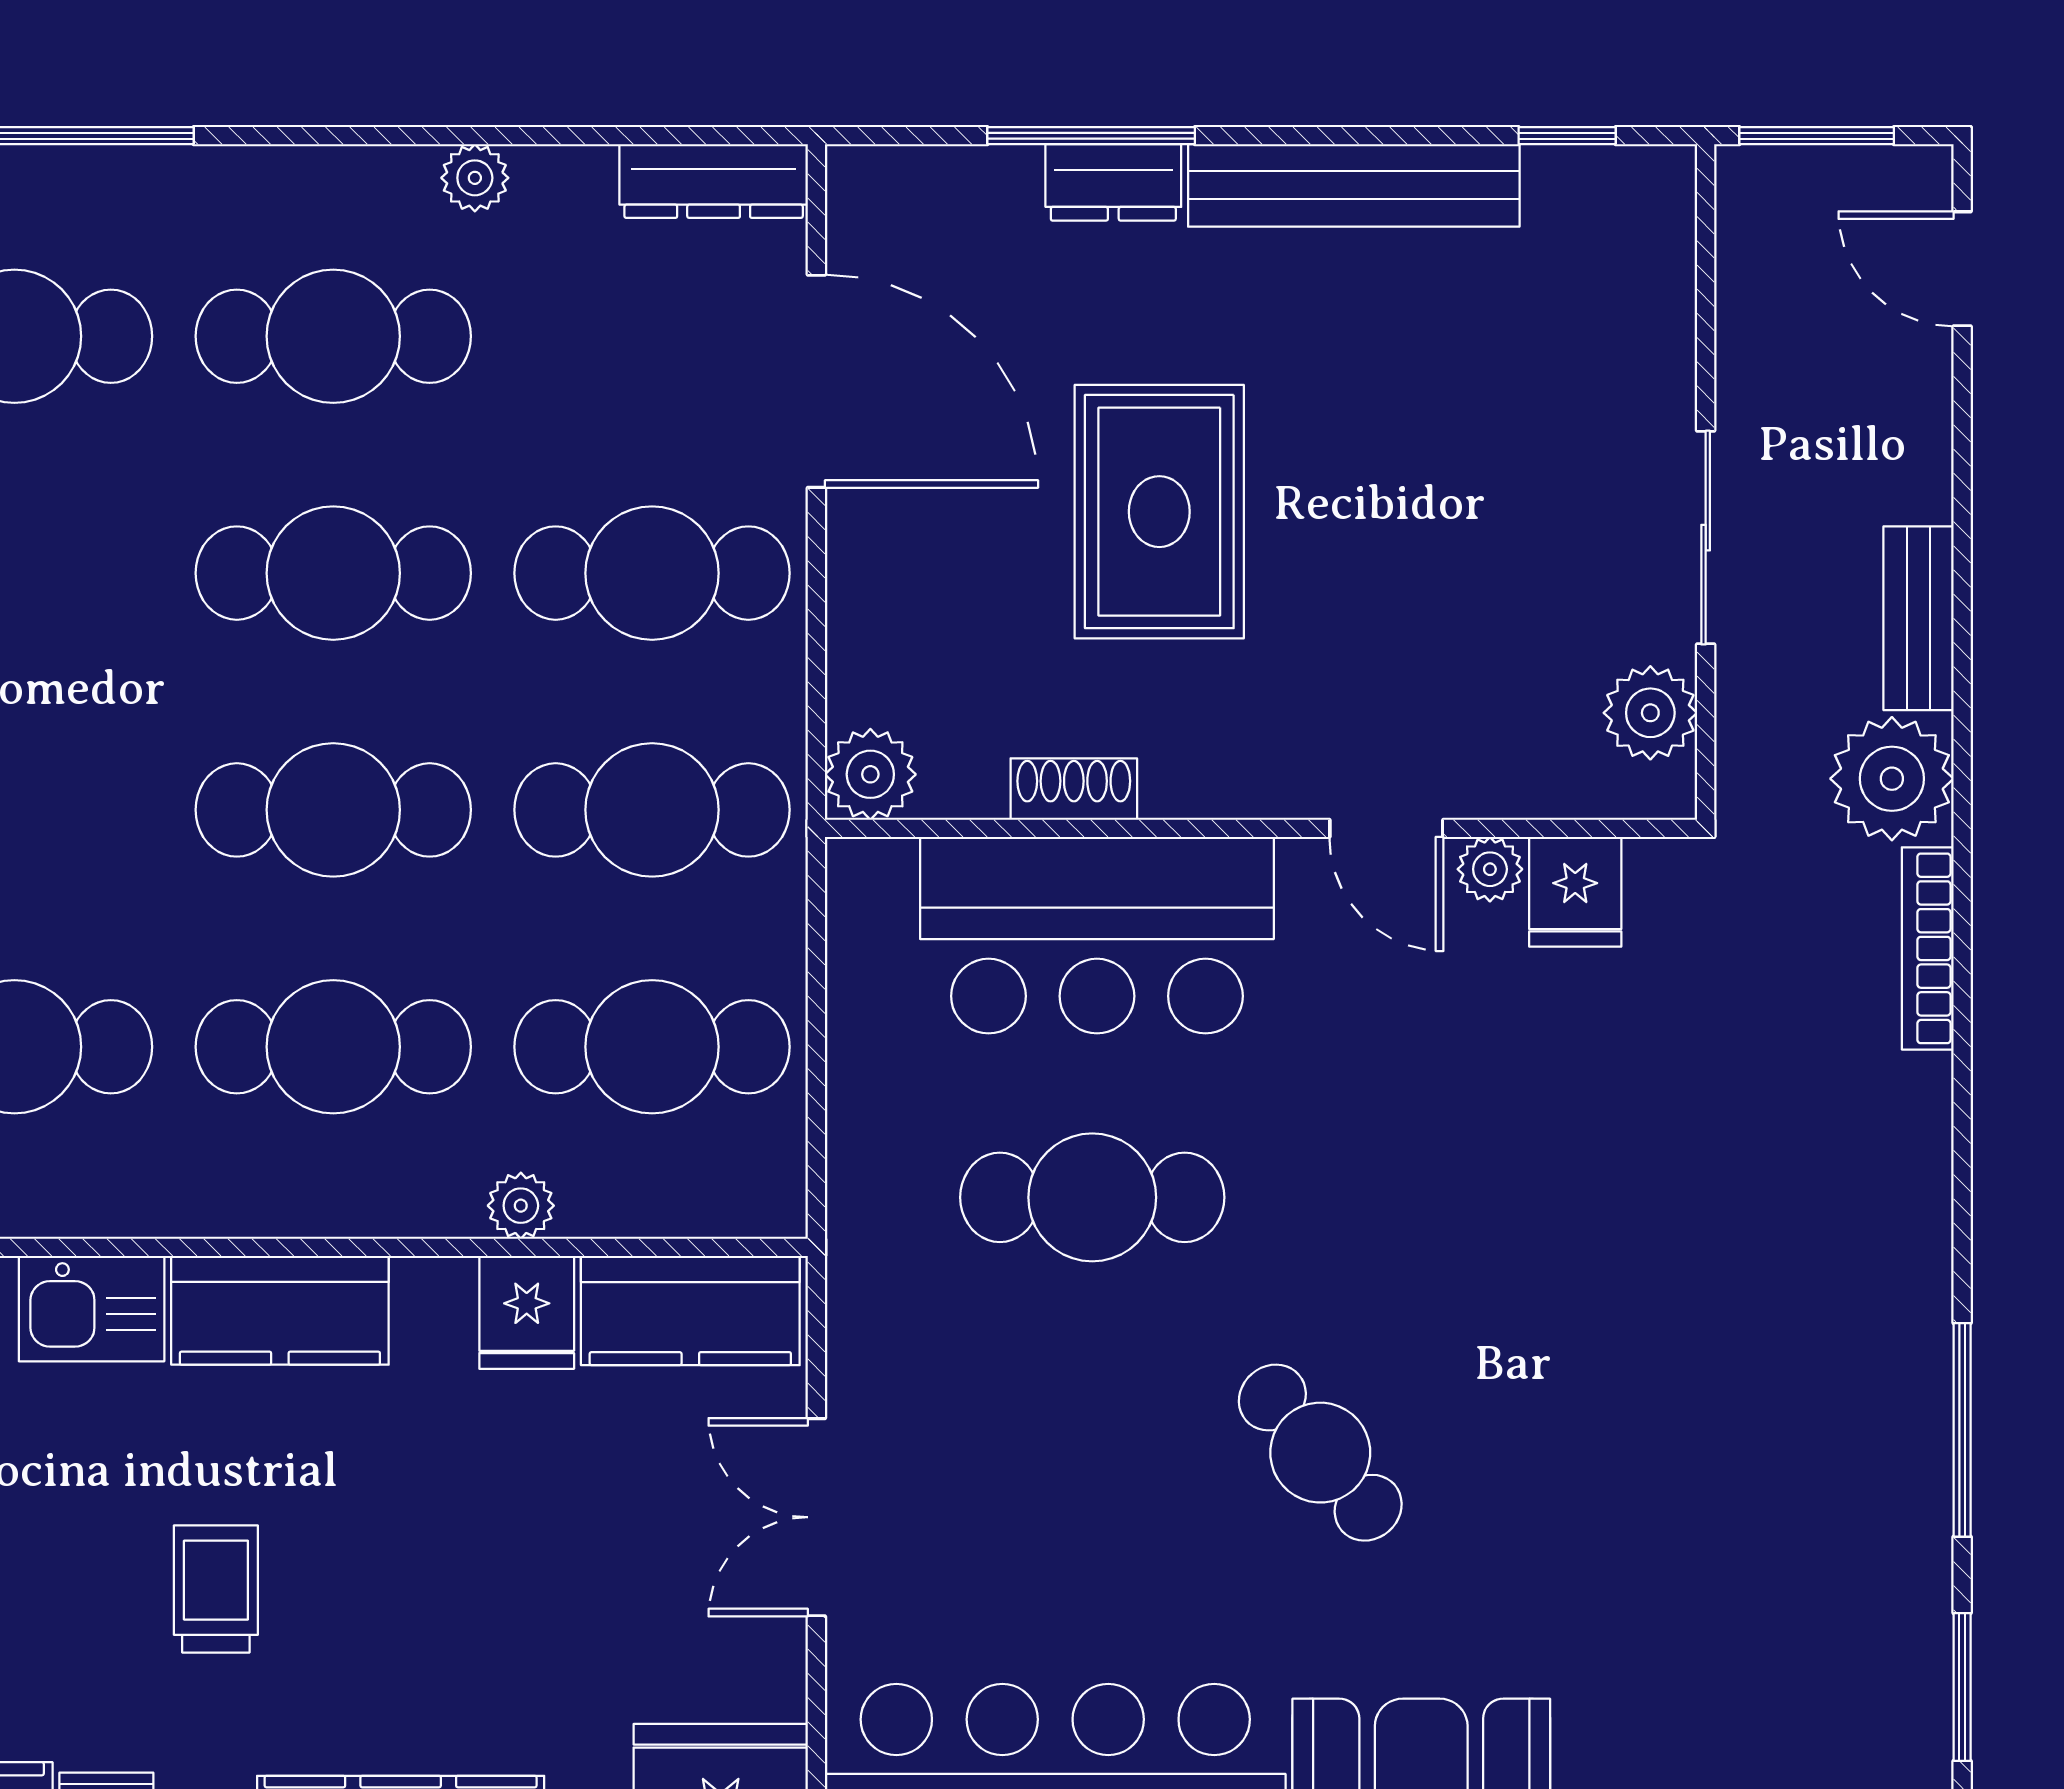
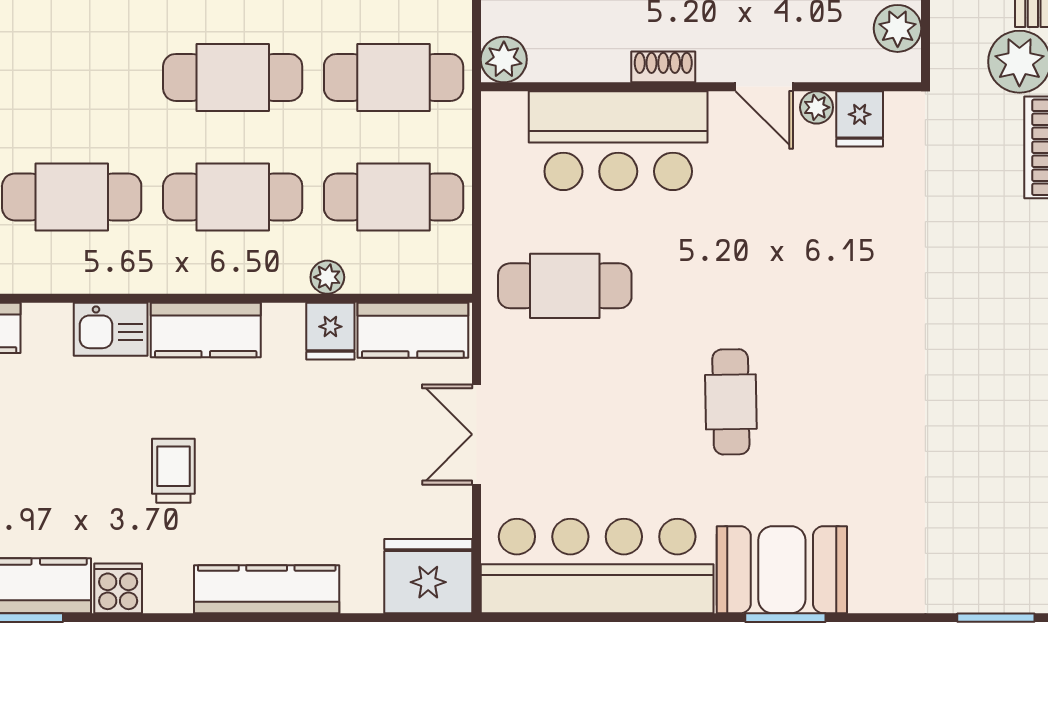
shoe rack: (1074, 789) -> (663, 67), moved
cafe table: (1092, 1197) -> (565, 286), moved
cafe table: (1320, 1453) -> (731, 402), turned 40

